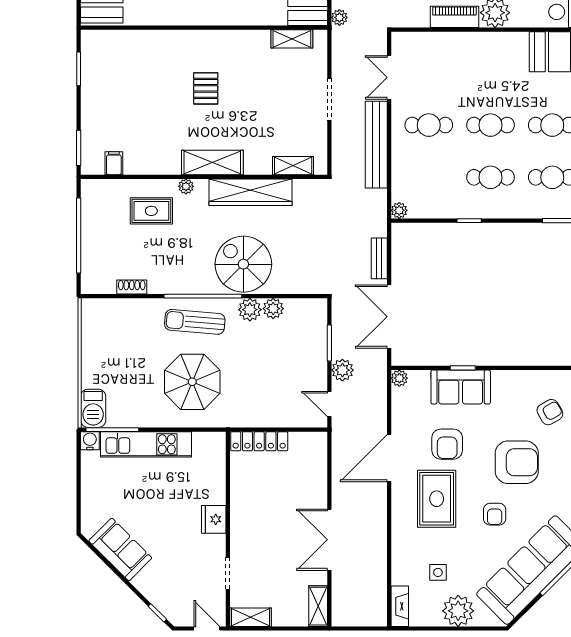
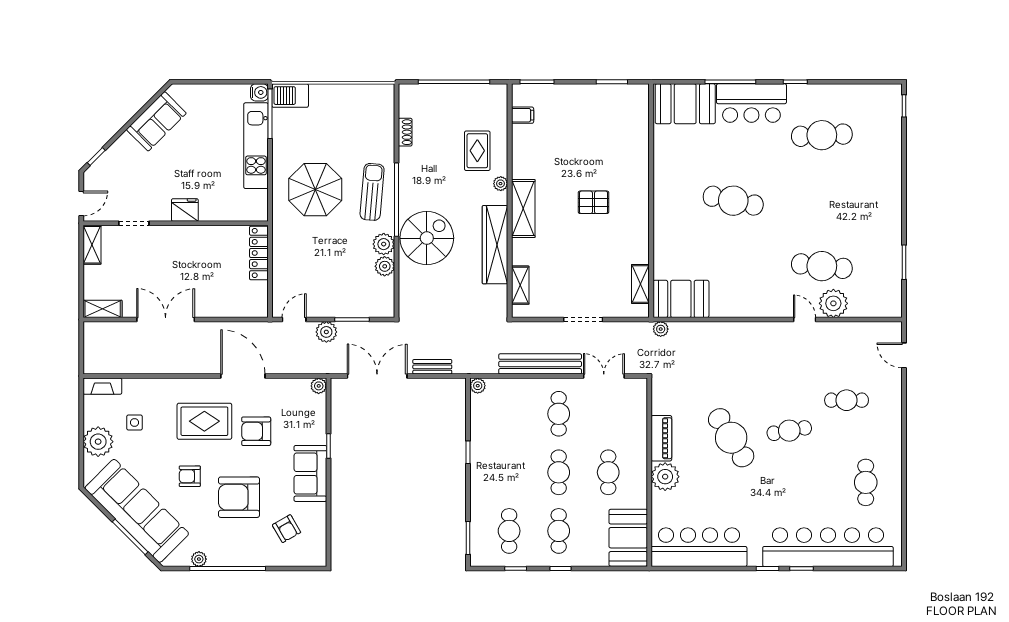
cafe table: (491, 177) -> (608, 472), moved
sofa: (461, 387) -> (310, 473), moved
armchair: (517, 462) -> (239, 497), turned 90

